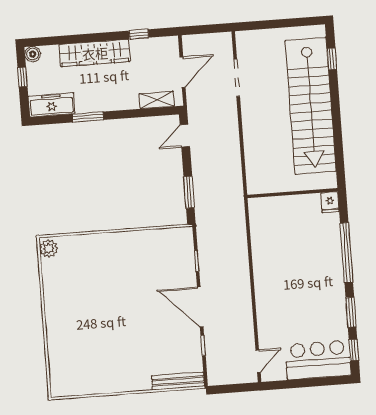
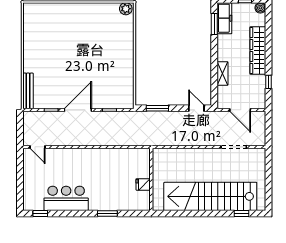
shelving: (157, 100) -> (222, 74), moved
window: (88, 117) -> (214, 24), moved
fridge: (330, 202) -> (143, 184), moved
window: (346, 253) -> (107, 213), width x0.47
window: (351, 312) -> (66, 213), removed
bar counter: (318, 360) -> (66, 198), moved, turned -90

